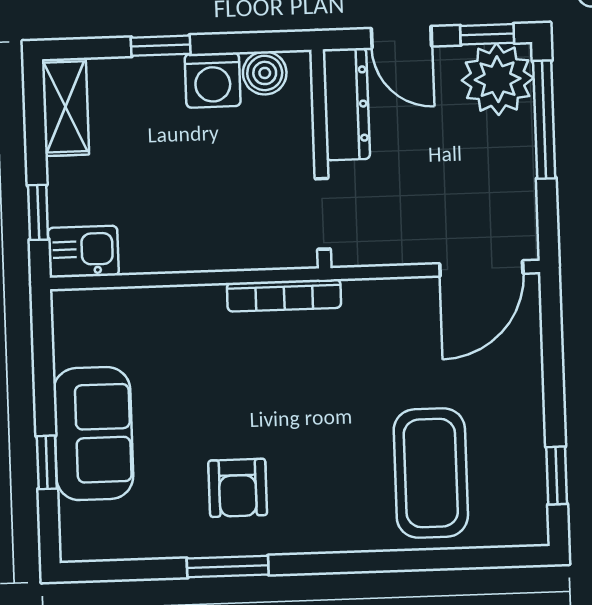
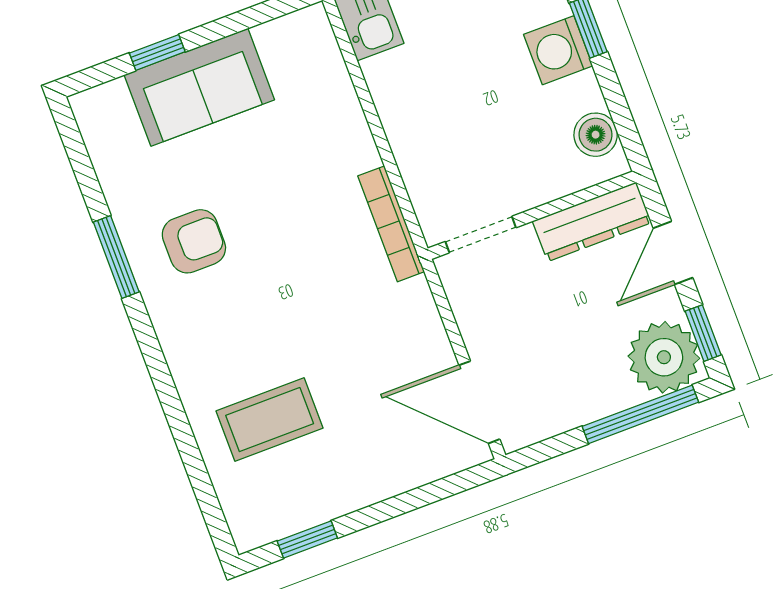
washing machine: (213, 80) -> (558, 50), moved
coffee table: (431, 473) -> (270, 420), width x0.73, depth x0.76
armchair: (238, 488) -> (194, 241), turned 180

